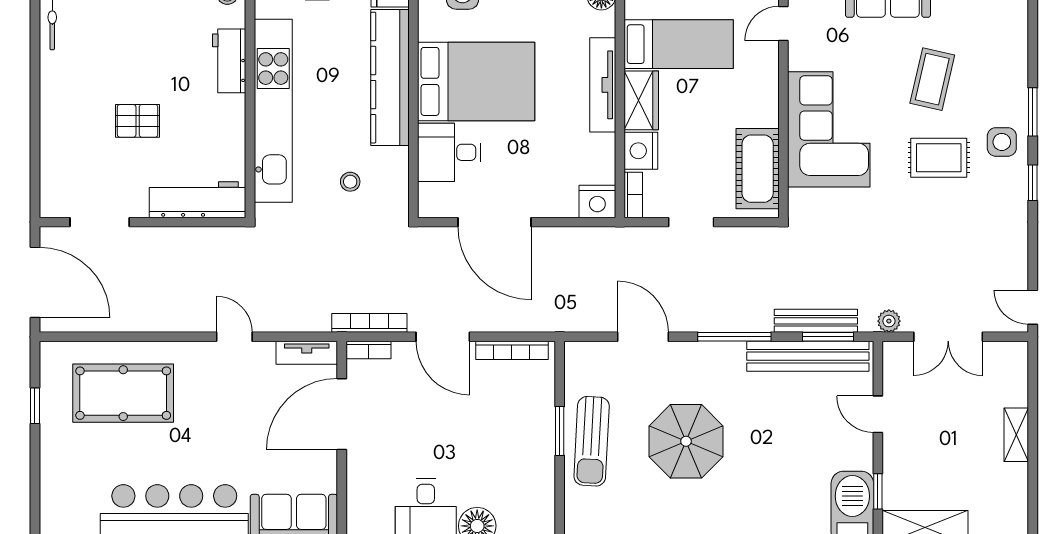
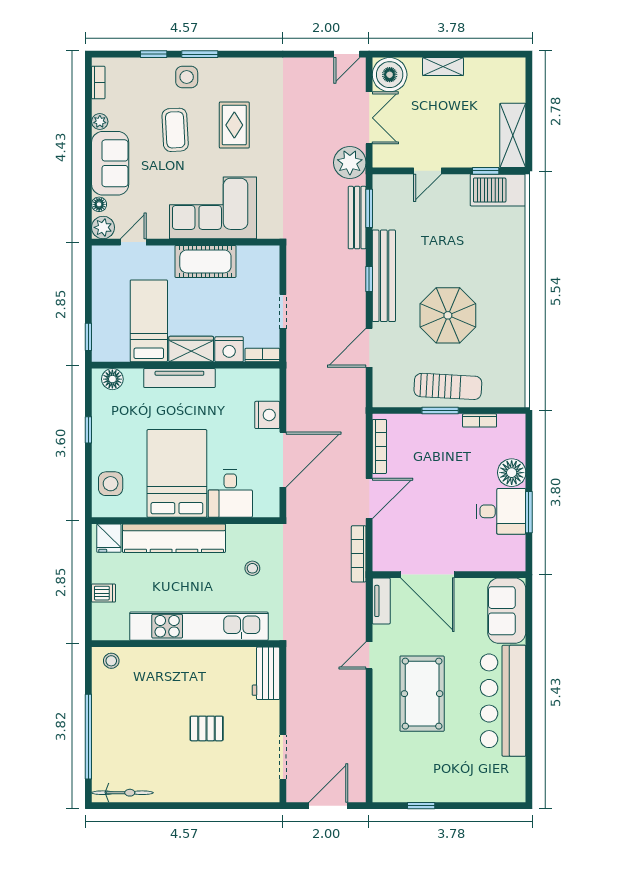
door: (783, 23) -> (133, 242), swing flipped
workbench: (229, 61) -> (161, 659), removed
coffee table: (932, 79) -> (175, 130), turned 74
pallet: (138, 121) -> (207, 728), turned 90
side table: (1002, 142) -> (187, 77), moved
cot: (758, 169) -> (205, 261), moved
window: (1033, 183) -> (154, 54), moved
workbench: (198, 200) -> (266, 673), width x0.73
nightstand: (597, 201) -> (267, 415), moved
door: (35, 282) -> (328, 806), width x0.73
plant: (889, 321) -> (350, 163), width x1.87, depth x1.87
window: (734, 337) -> (369, 279), width x0.46
bookcase: (368, 350) -> (480, 420), moved, turned 90
bench: (808, 356) -> (384, 276), moved
boiler: (1006, 364) -> (390, 75), added
pool table: (123, 393) -> (422, 694), moved

